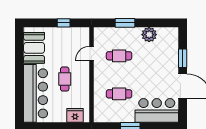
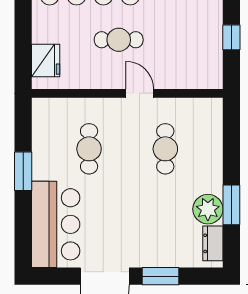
window: (125, 23) -> (231, 205), moved
dresser: (166, 32) -> (213, 243), added
door: (91, 53) -> (140, 93), moved

